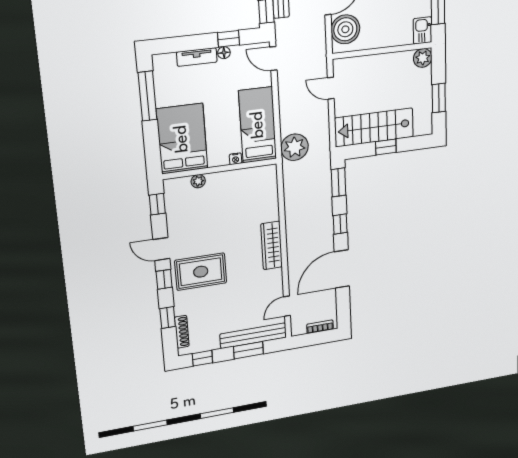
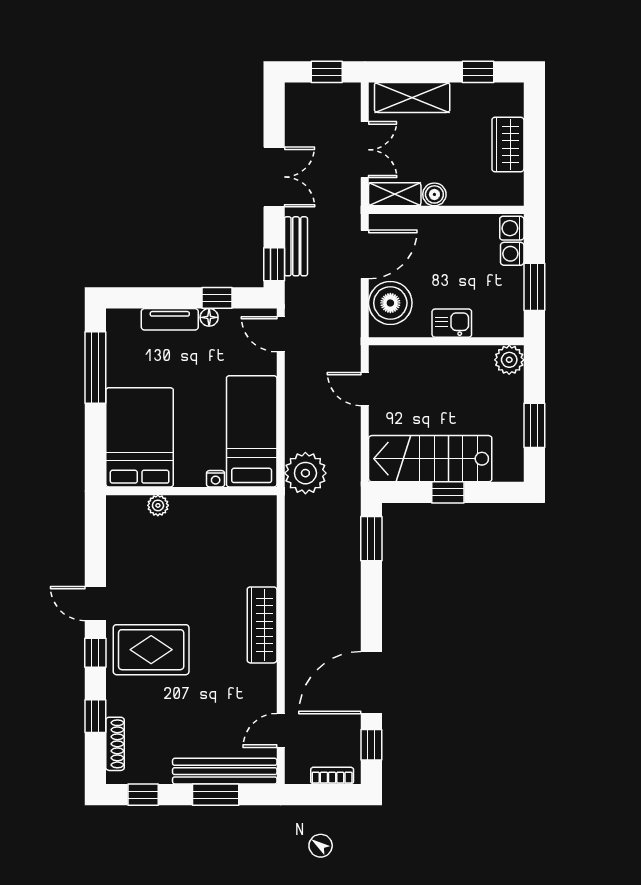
kitchen sink: (423, 30) -> (452, 323), moved, turned 90
window: (157, 204) -> (95, 532), removed
window: (340, 224) -> (371, 745), moved

